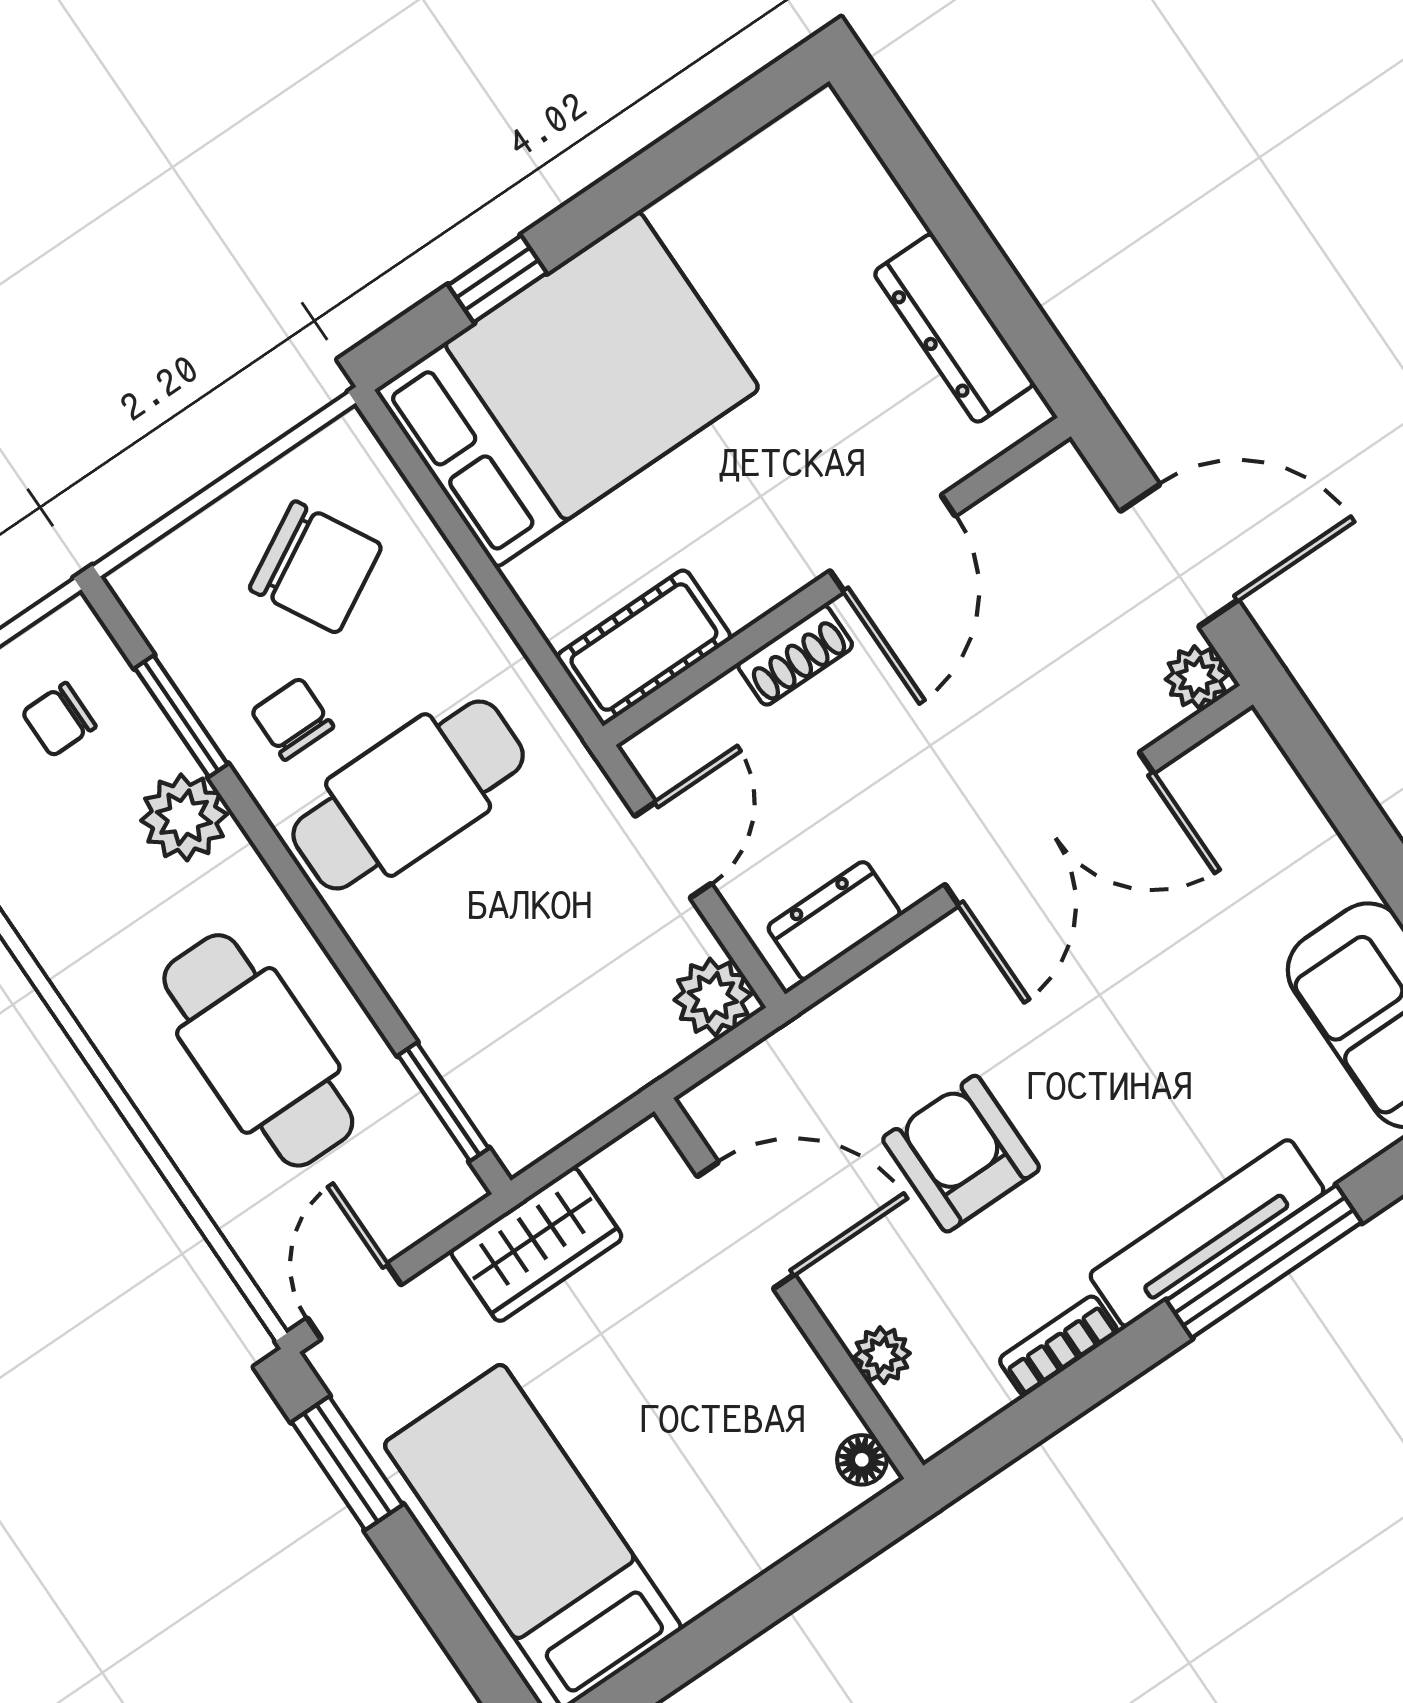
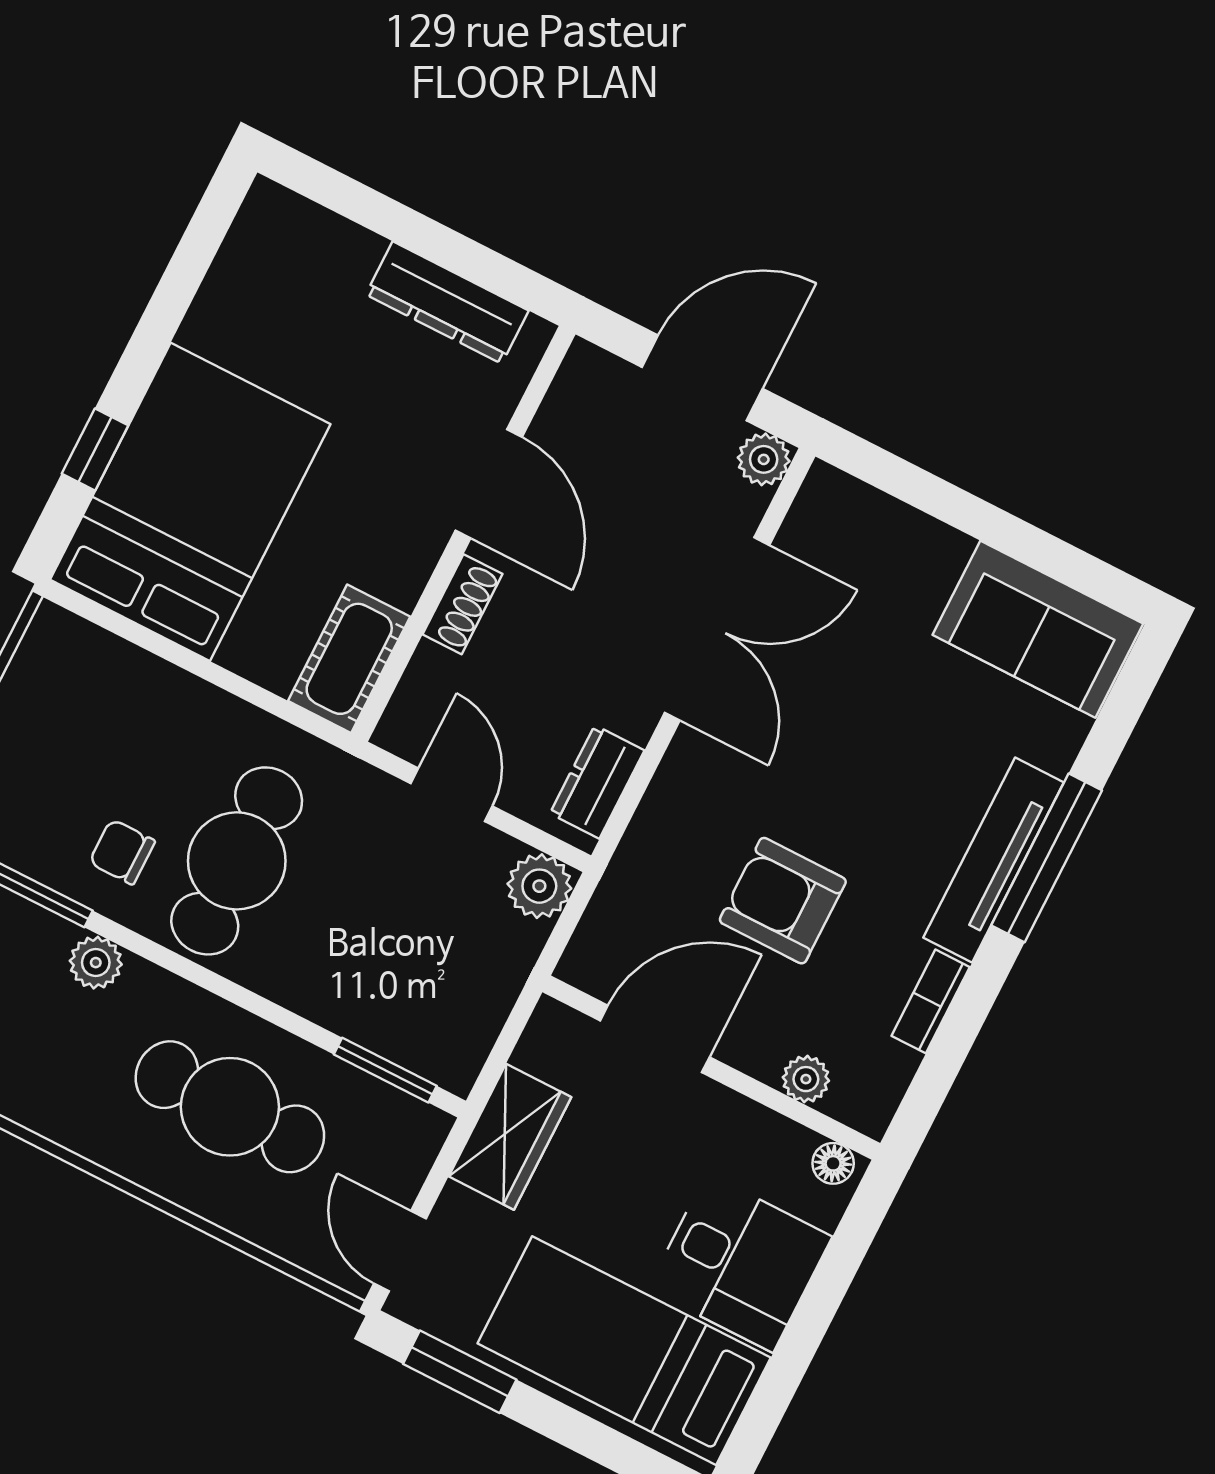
chair: (316, 567) -> (78, 732), removed
plant: (184, 817) -> (96, 963), width x0.73, depth x0.73
desk: (706, 1511) -> (740, 1263), added

